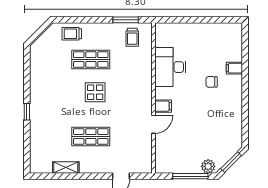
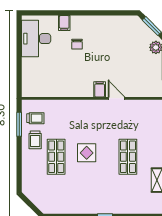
trolley: (72, 34) -> (35, 140), moved
desk: (170, 67) -> (36, 39), moved, turned 90

